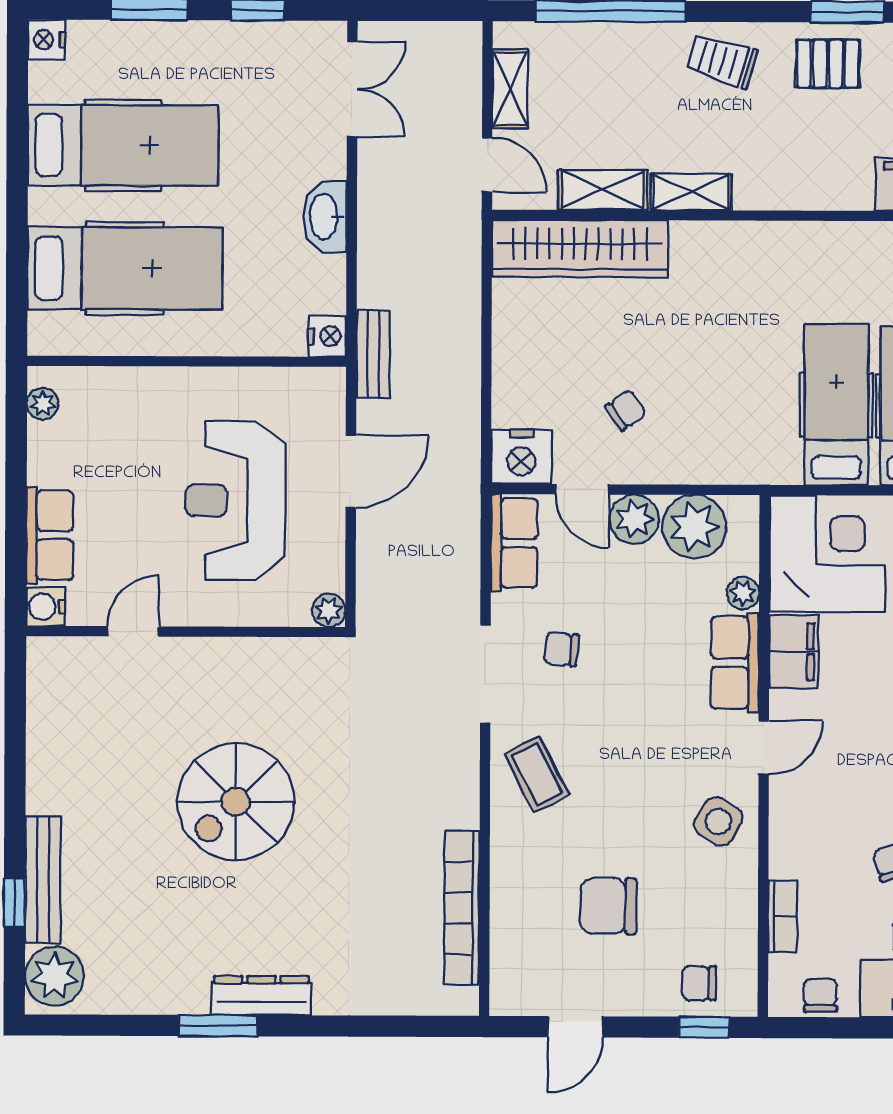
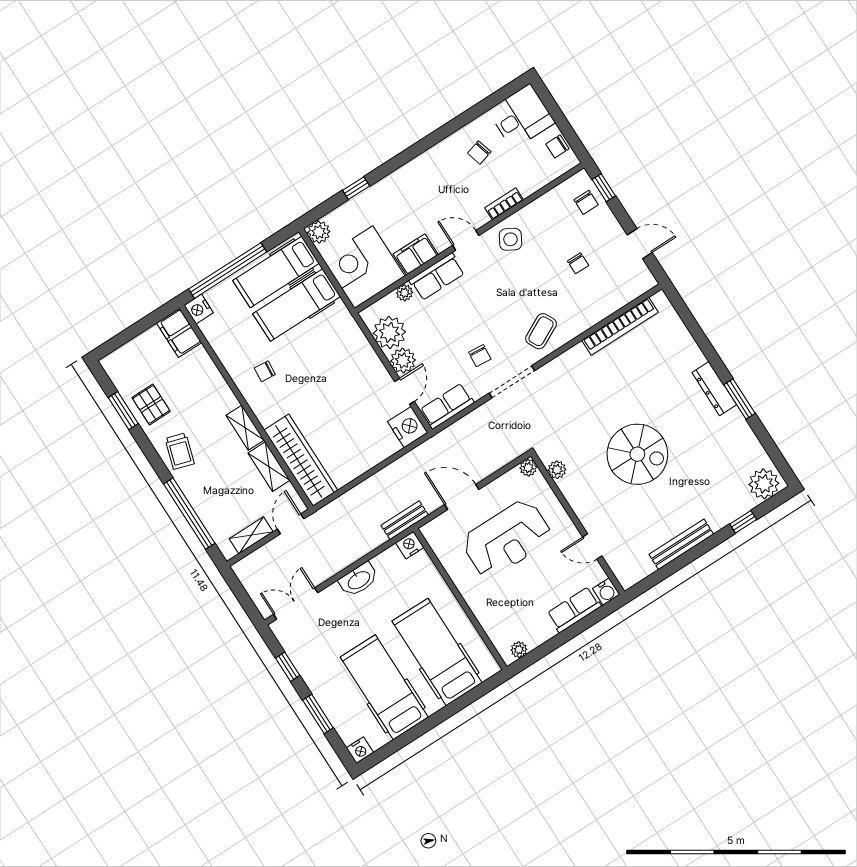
chair: (626, 410) -> (265, 371), moved, turned -50
plant: (295, 655) -> (557, 470), added
bench: (43, 880) -> (681, 544), moved
chair: (608, 906) -> (578, 263), width x0.54, depth x0.54
bookcase: (782, 916) -> (504, 204), moved

